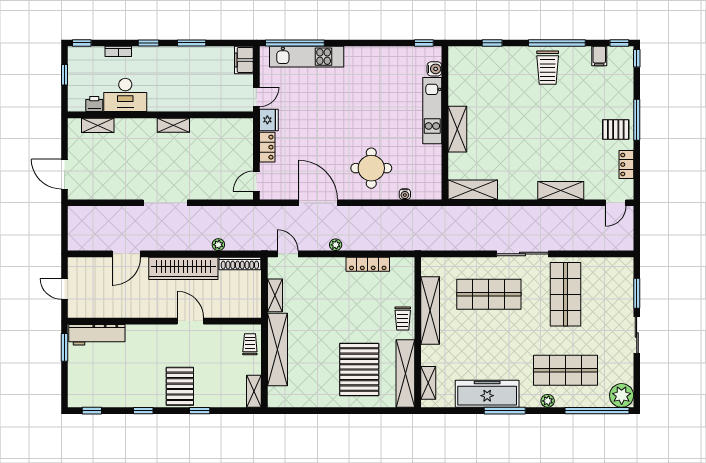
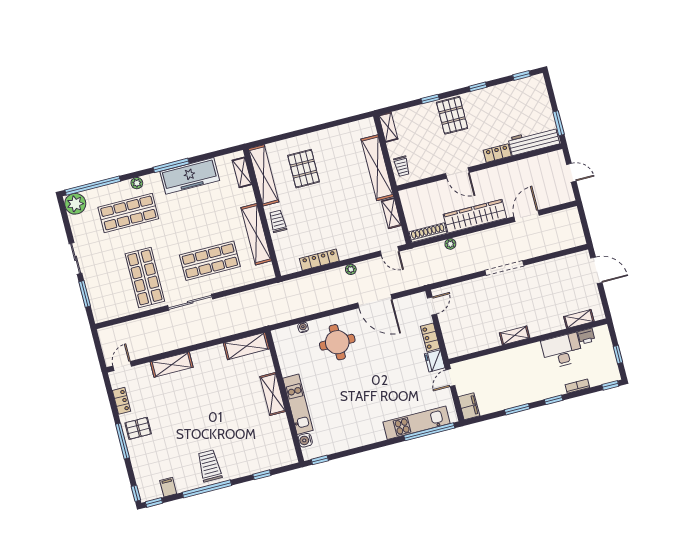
locker: (141, 332) -> (497, 153), added
pallet: (359, 369) -> (304, 169), width x0.73, depth x0.71

